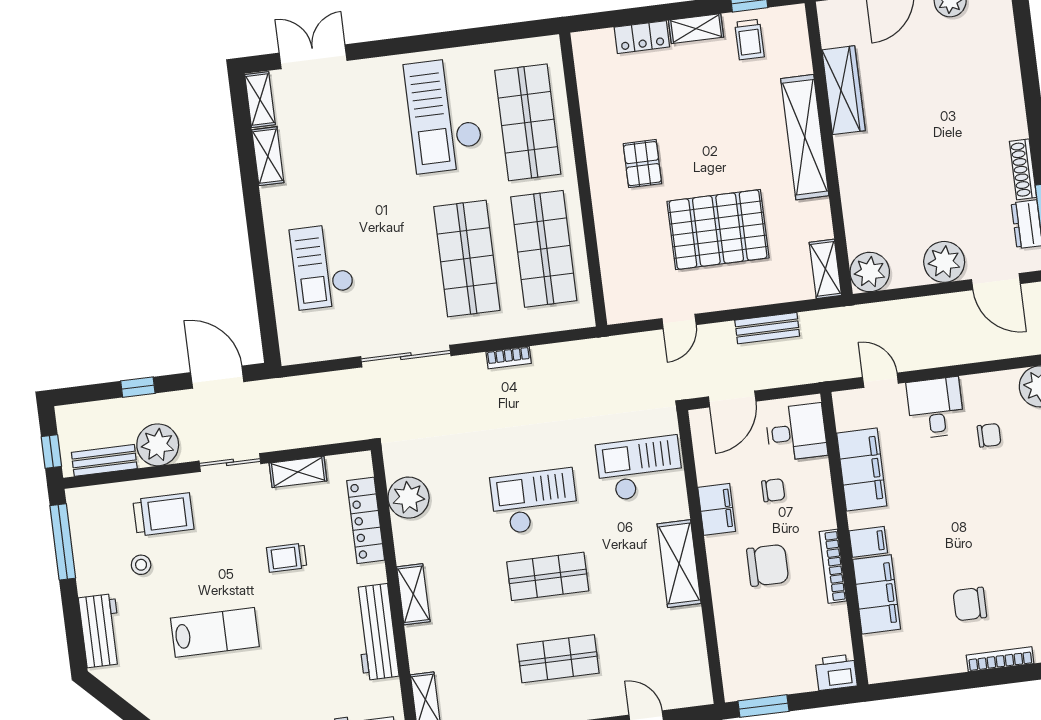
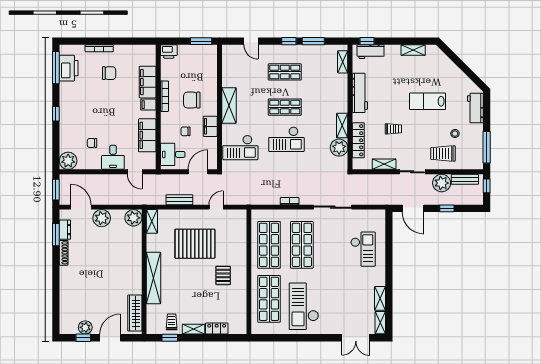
wardrobe: (844, 90) -> (135, 313), moved
checkout: (444, 115) -> (304, 306), turned 180
shelving: (413, 594) -> (342, 126), moved

